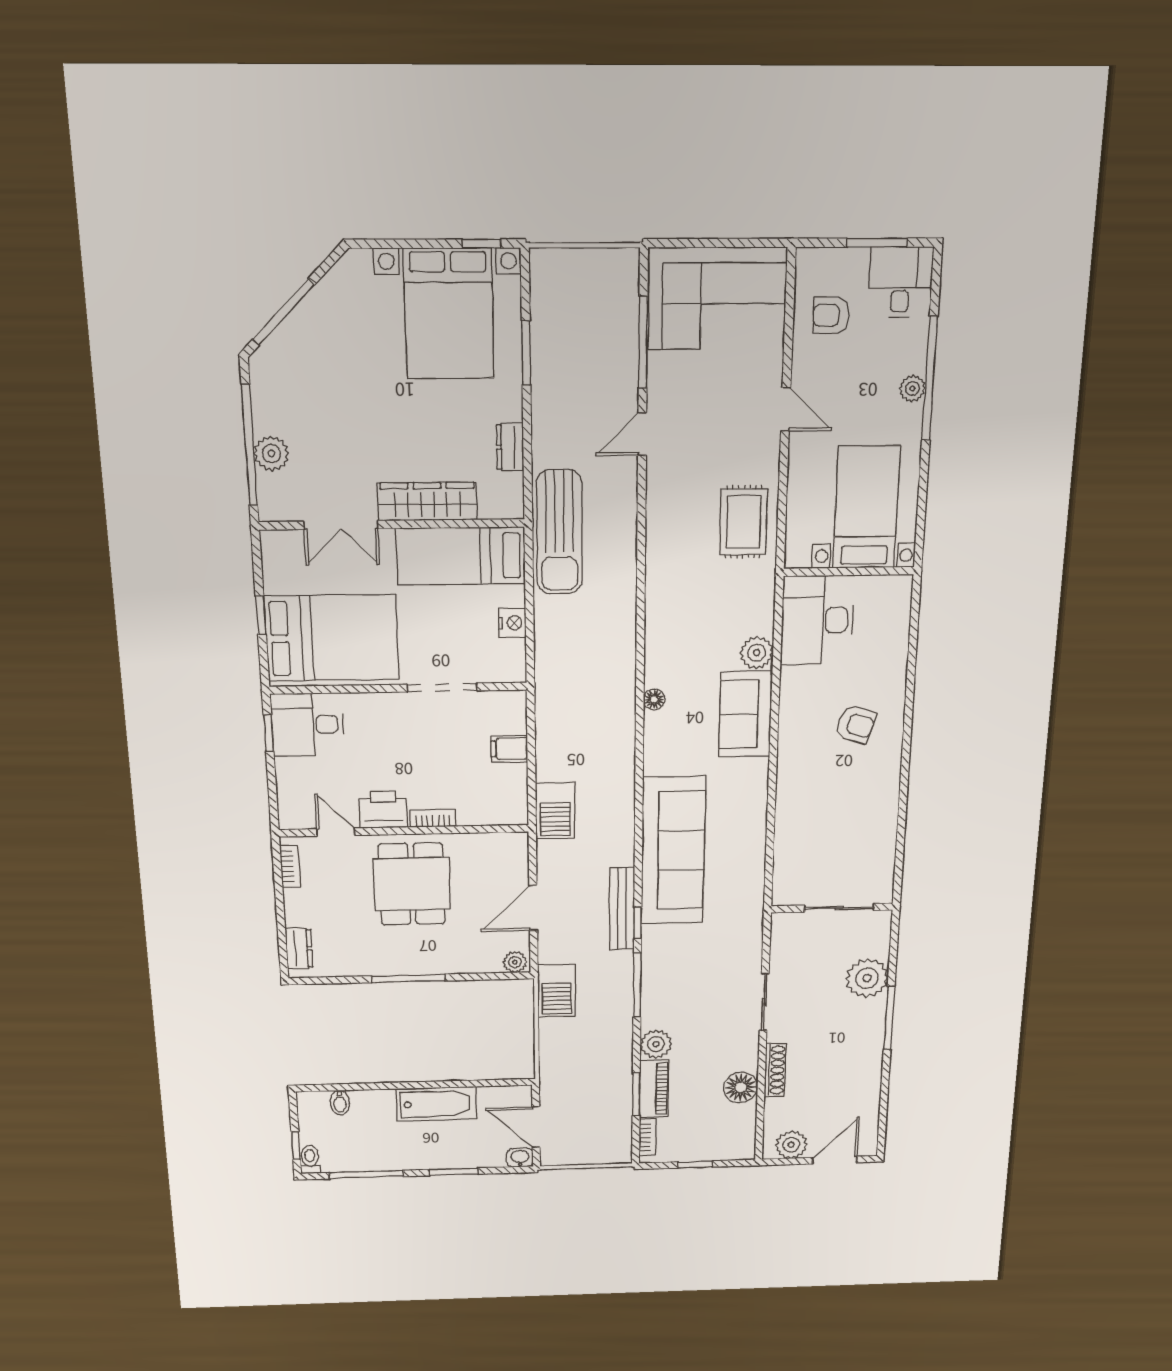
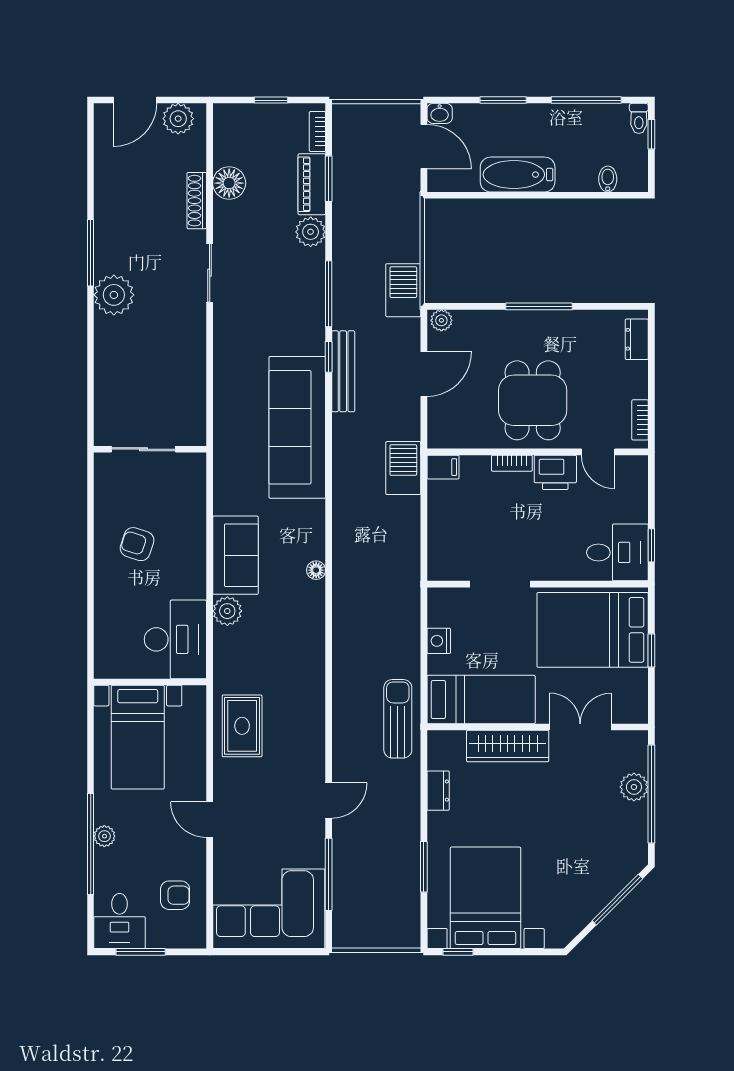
sun lounger: (559, 532) -> (398, 719), width x0.73, depth x0.75
filing cabinet: (509, 749) -> (443, 467), moved
wall: (832, 908) -> (150, 449), moved
sliding door: (839, 908) -> (143, 449), moved

